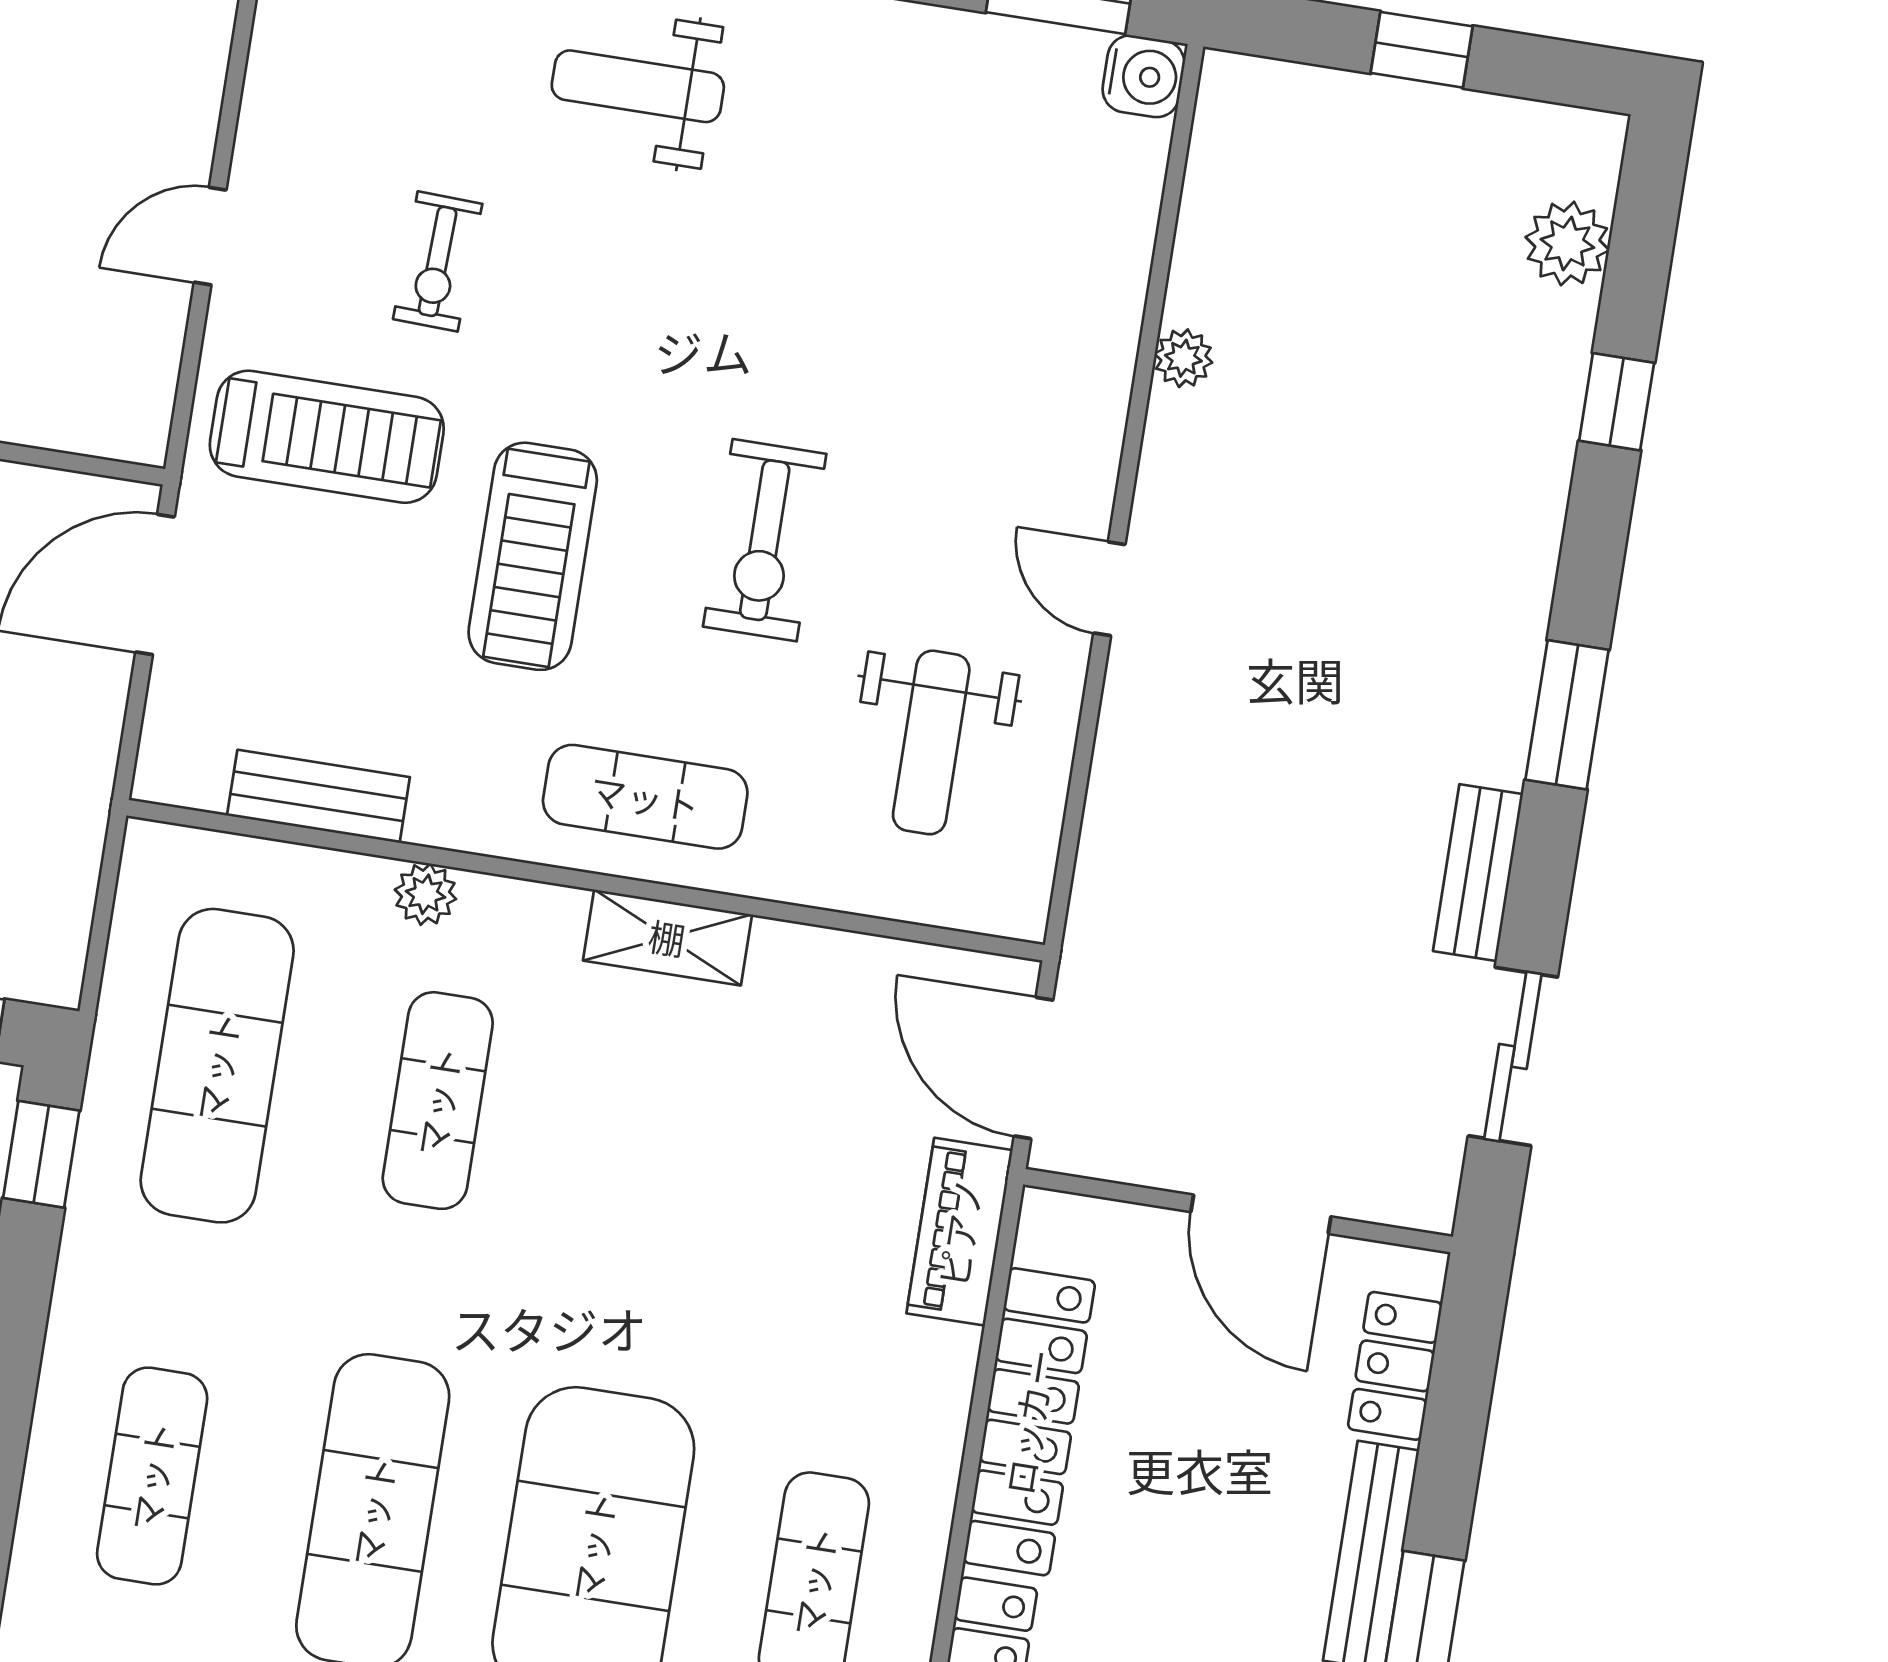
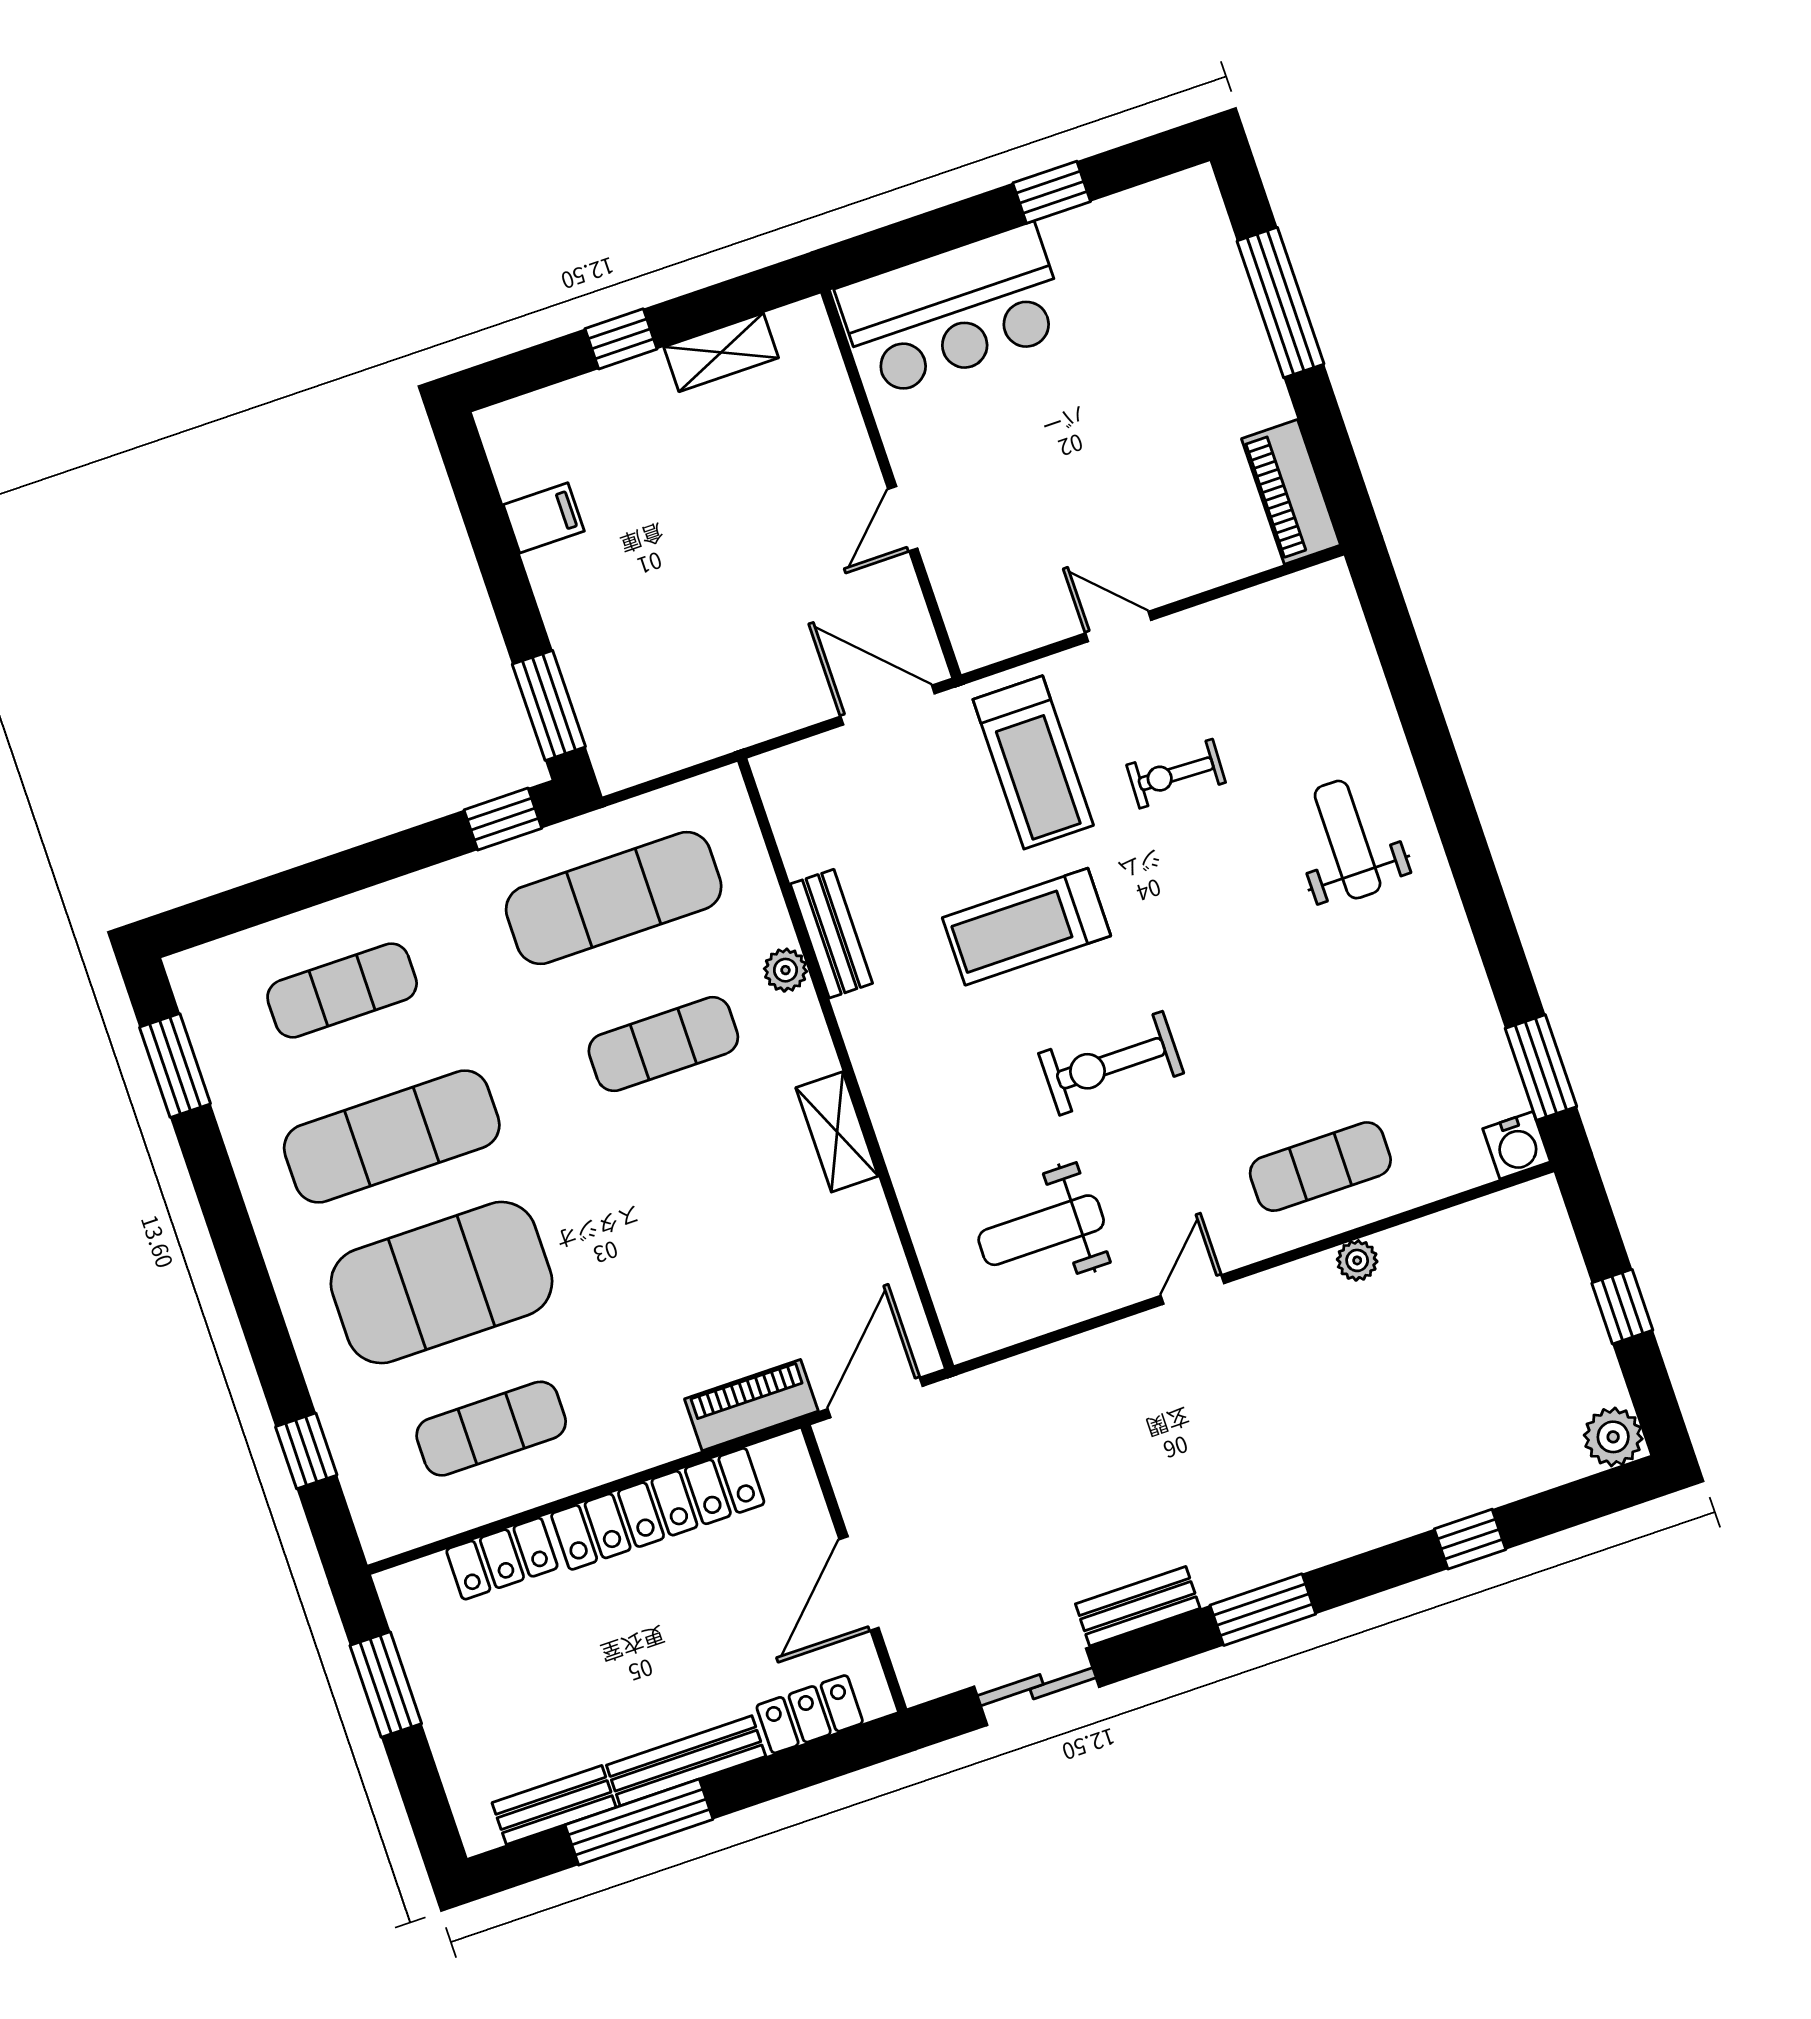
plant: (1567, 243) -> (1613, 1437), moved
bench: (318, 796) -> (831, 934), moved
exercise mat: (645, 797) -> (1320, 1167), moved, turned 90

